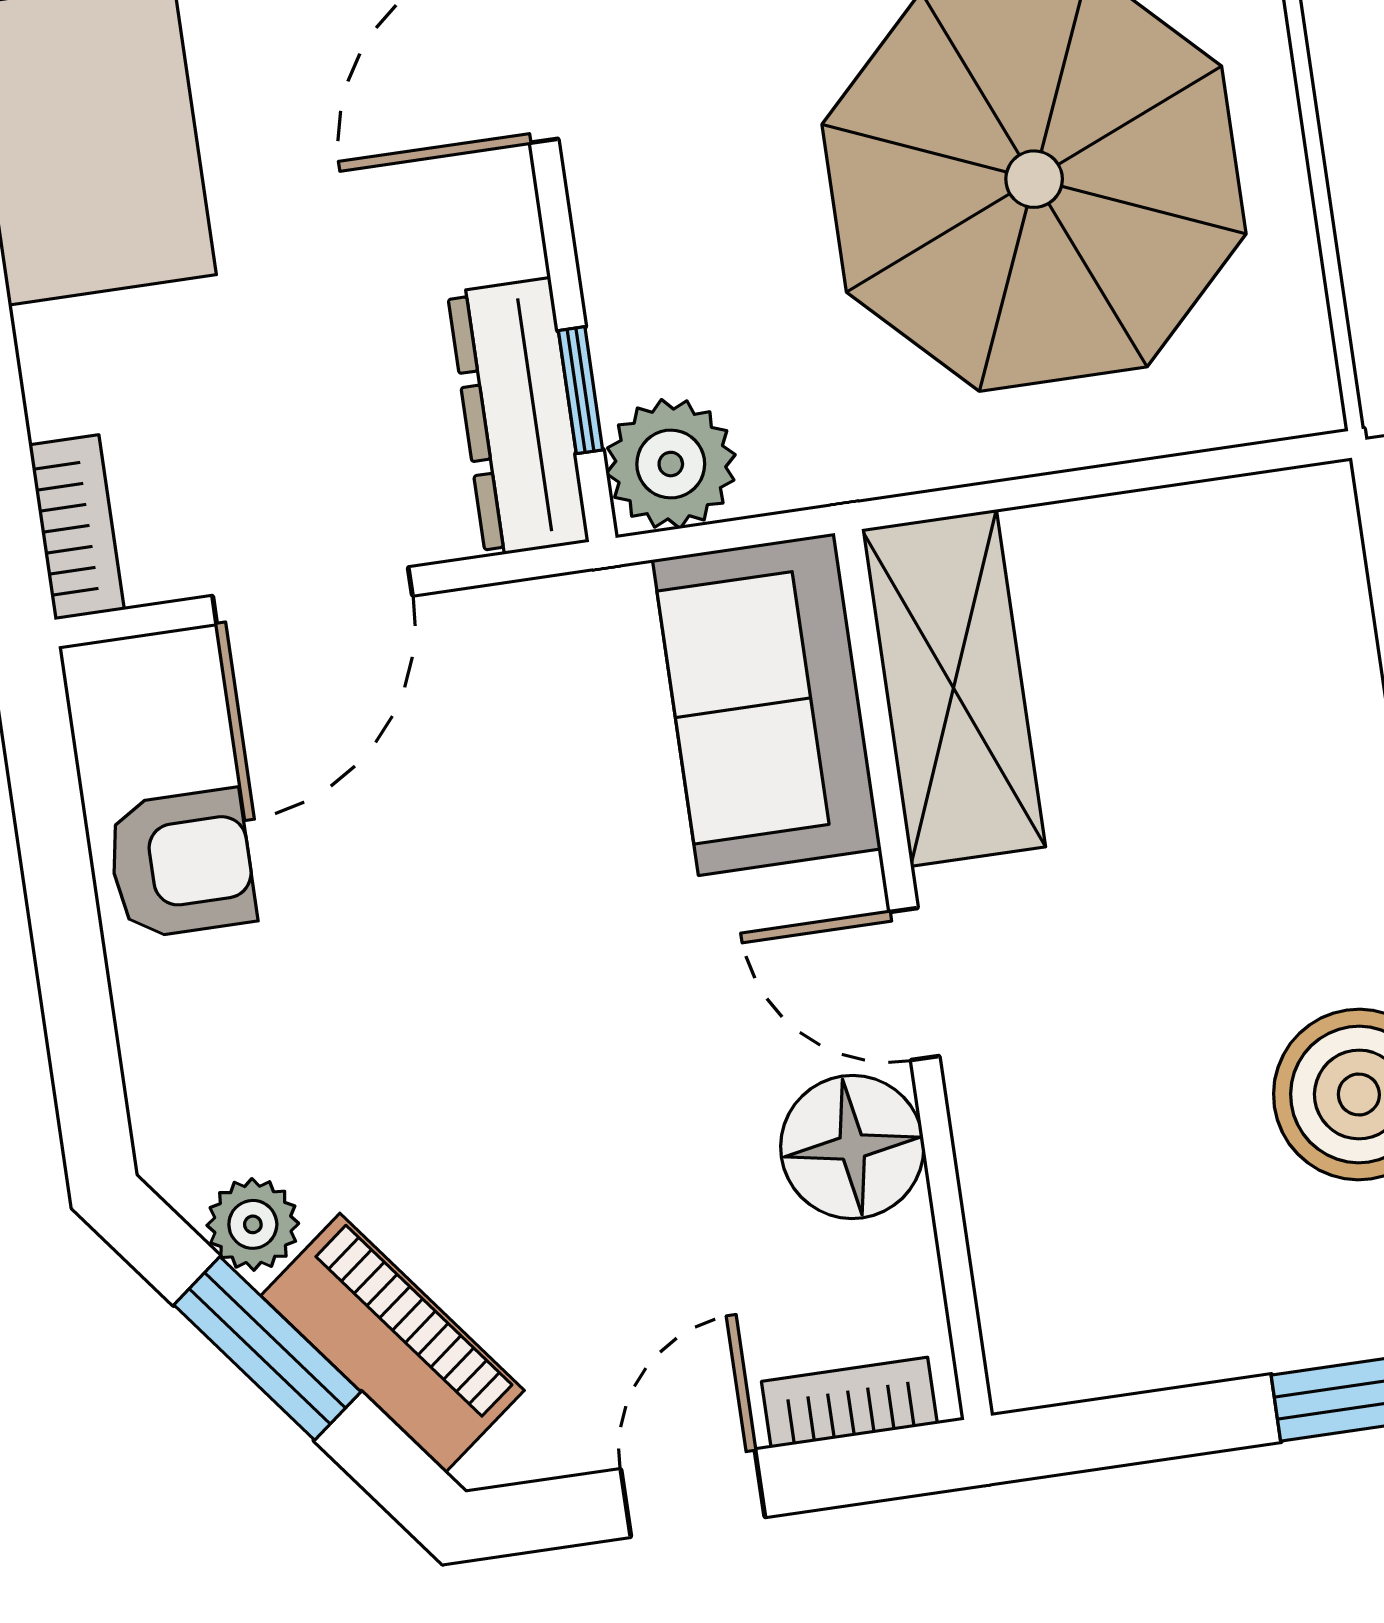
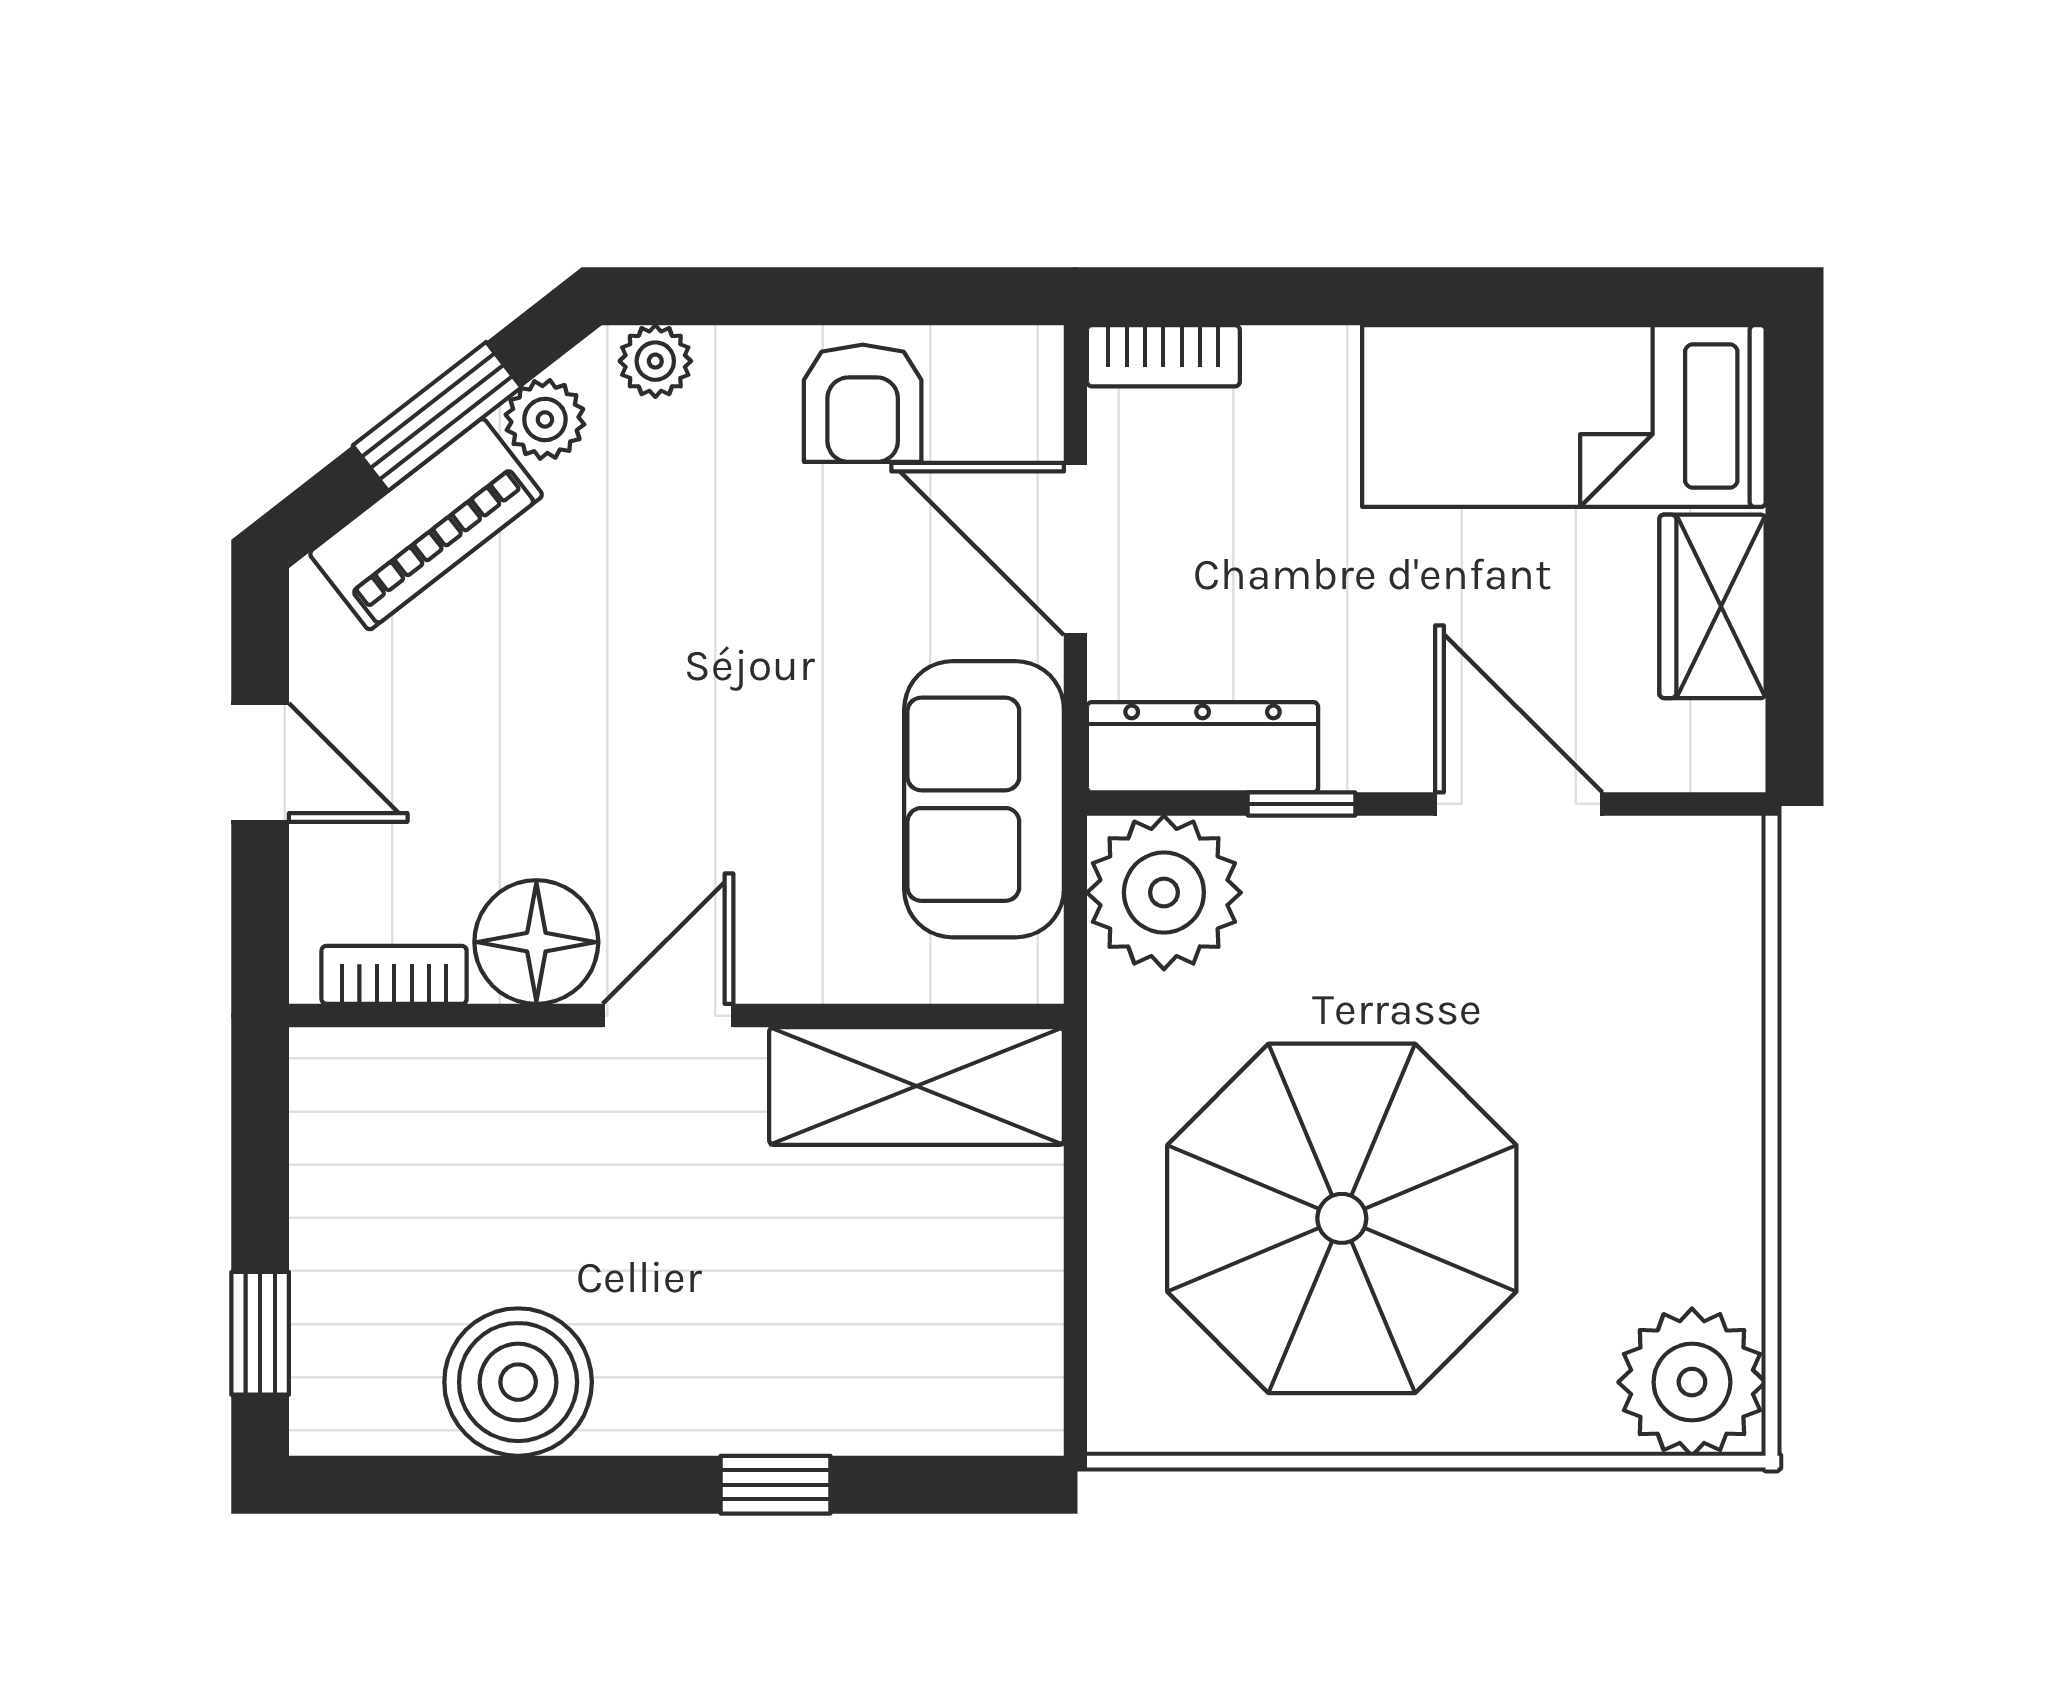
window: (581, 390) -> (1302, 804), moved
plant: (671, 464) -> (1164, 893), width x1.36, depth x1.36
sofa: (767, 704) -> (984, 799), moved, turned -90
plant: (168, 1108) -> (655, 361), added
bookcase: (849, 1403) -> (394, 975), moved, turned -90

